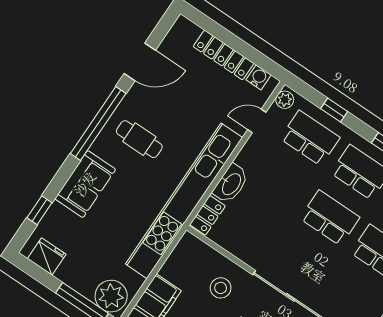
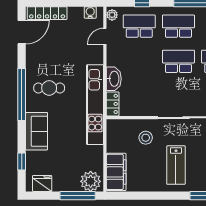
locker: (224, 55) -> (47, 13), moved
door: (140, 62) -> (22, 32), moved
kitchen unit: (184, 201) -> (95, 105), width x0.73

